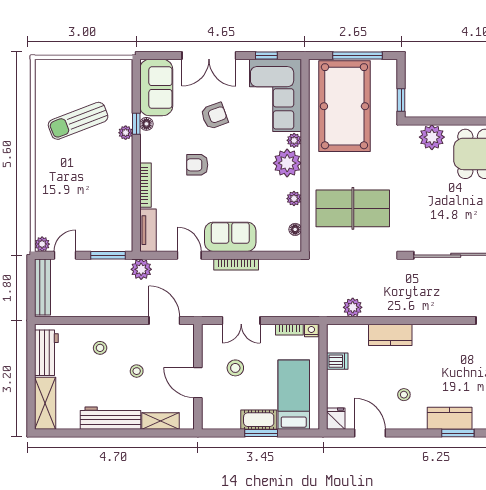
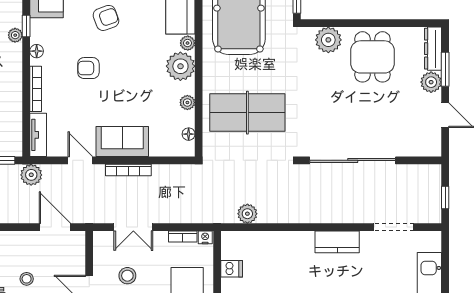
floor lamp: (146, 124) -> (37, 51), moved
kitchen counter: (390, 335) -> (337, 242), moved

